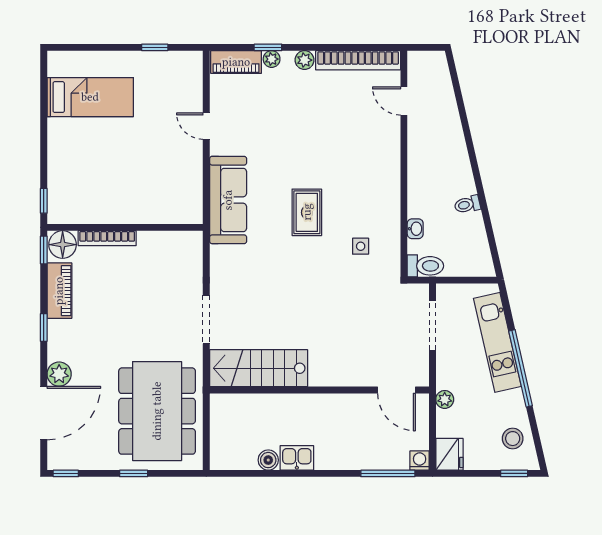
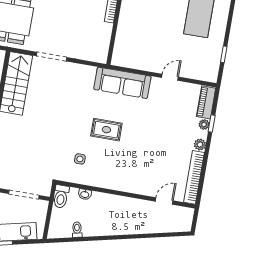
toilet: (467, 204) -> (77, 230), moved

